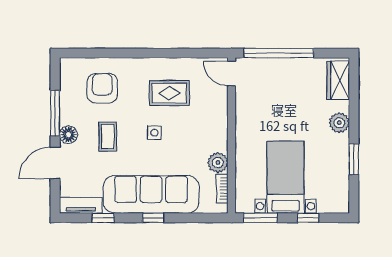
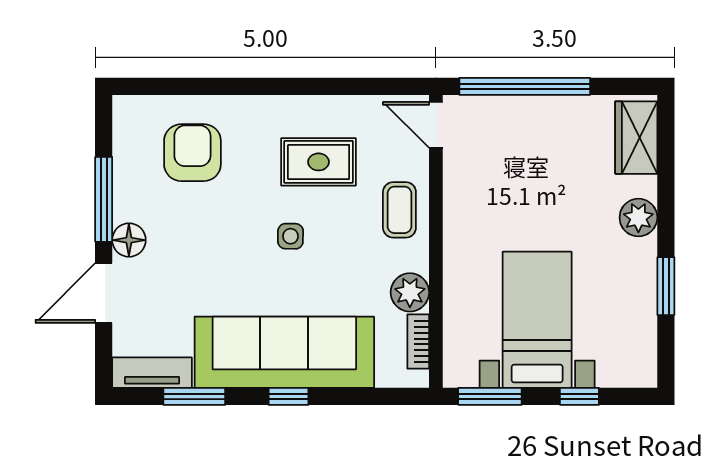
coffee table: (108, 137) -> (399, 210), moved
window: (103, 218) -> (194, 396), width x1.50

